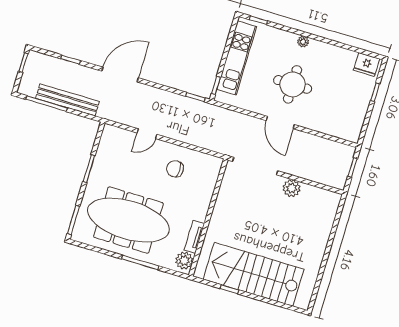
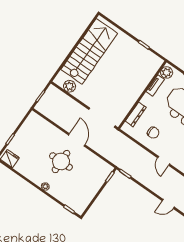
kitchen unit: (237, 58) -> (91, 190), removed
door: (120, 75) -> (168, 204), width x0.53
door: (147, 134) -> (164, 161), swing flipped
dresser: (208, 187) -> (136, 114), added
plant: (291, 188) -> (70, 86), moved
stairs: (254, 274) -> (89, 51), moved, turned -90

